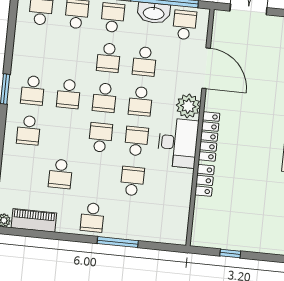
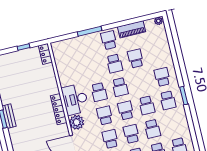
school desk: (73, 54) -> (152, 129), added
school desk: (33, 90) -> (168, 100), turned 180
school desk: (69, 94) -> (147, 105), turned 180
locker: (205, 180) -> (45, 54), moved
school desk: (132, 181) -> (114, 64), moved
piano: (34, 220) -> (131, 29), moved

